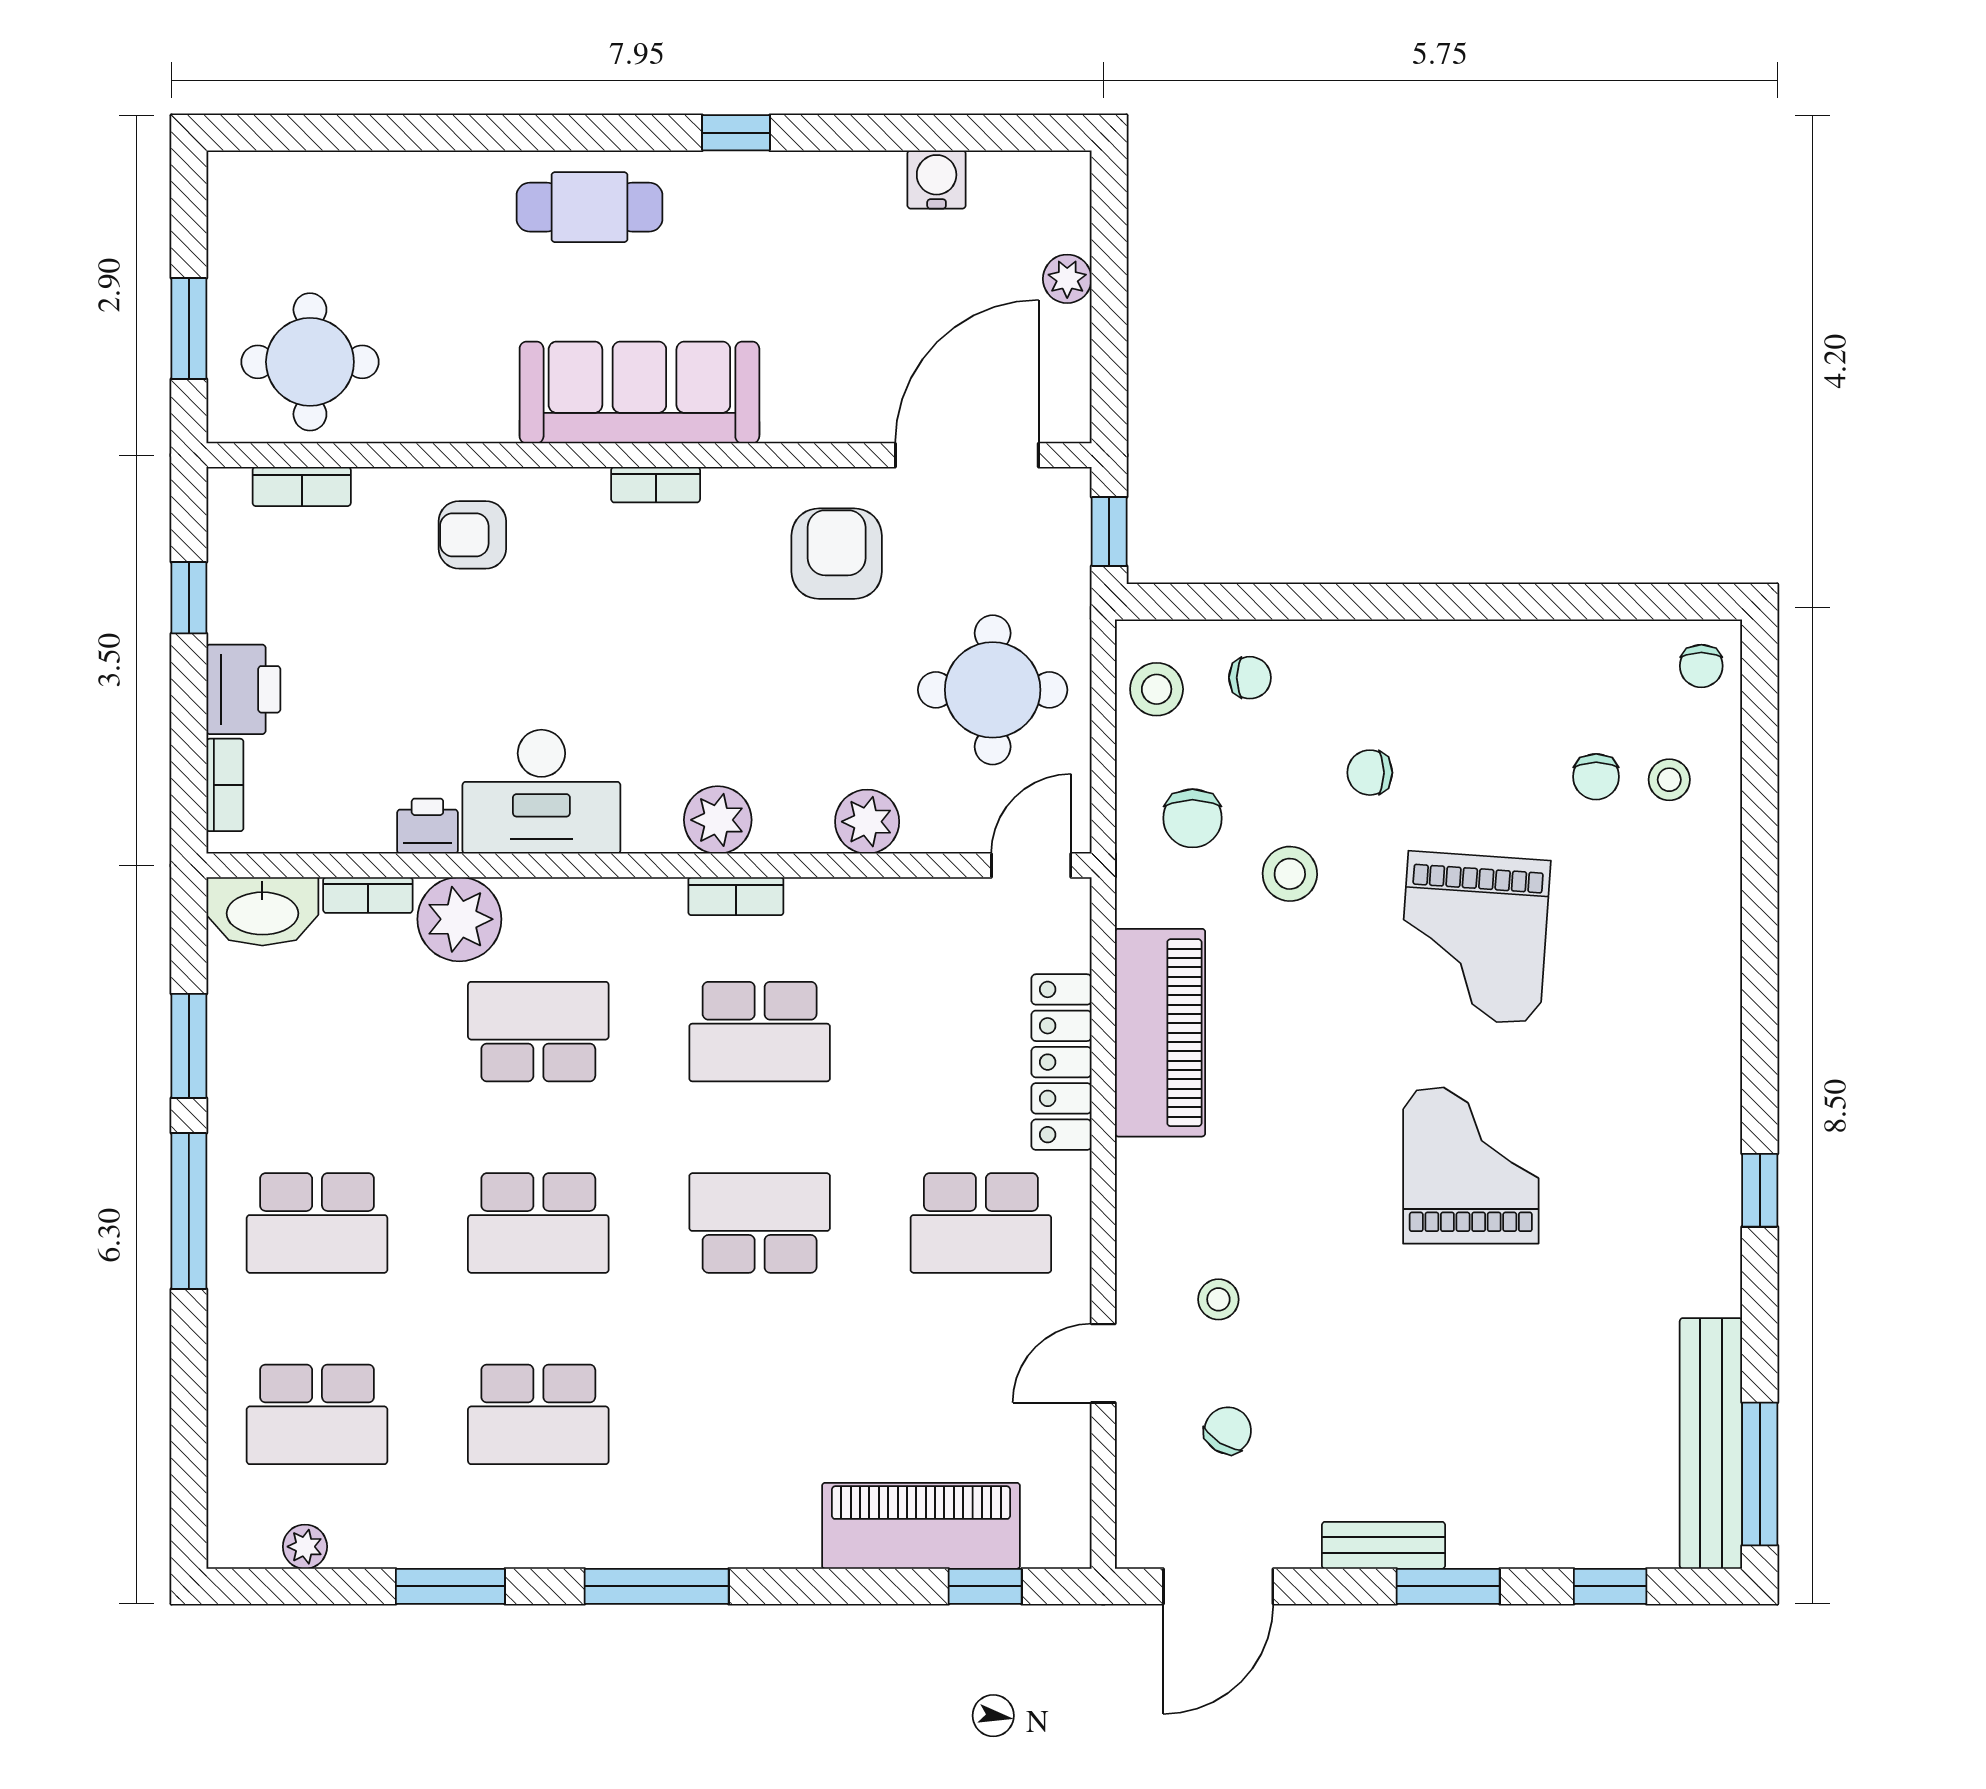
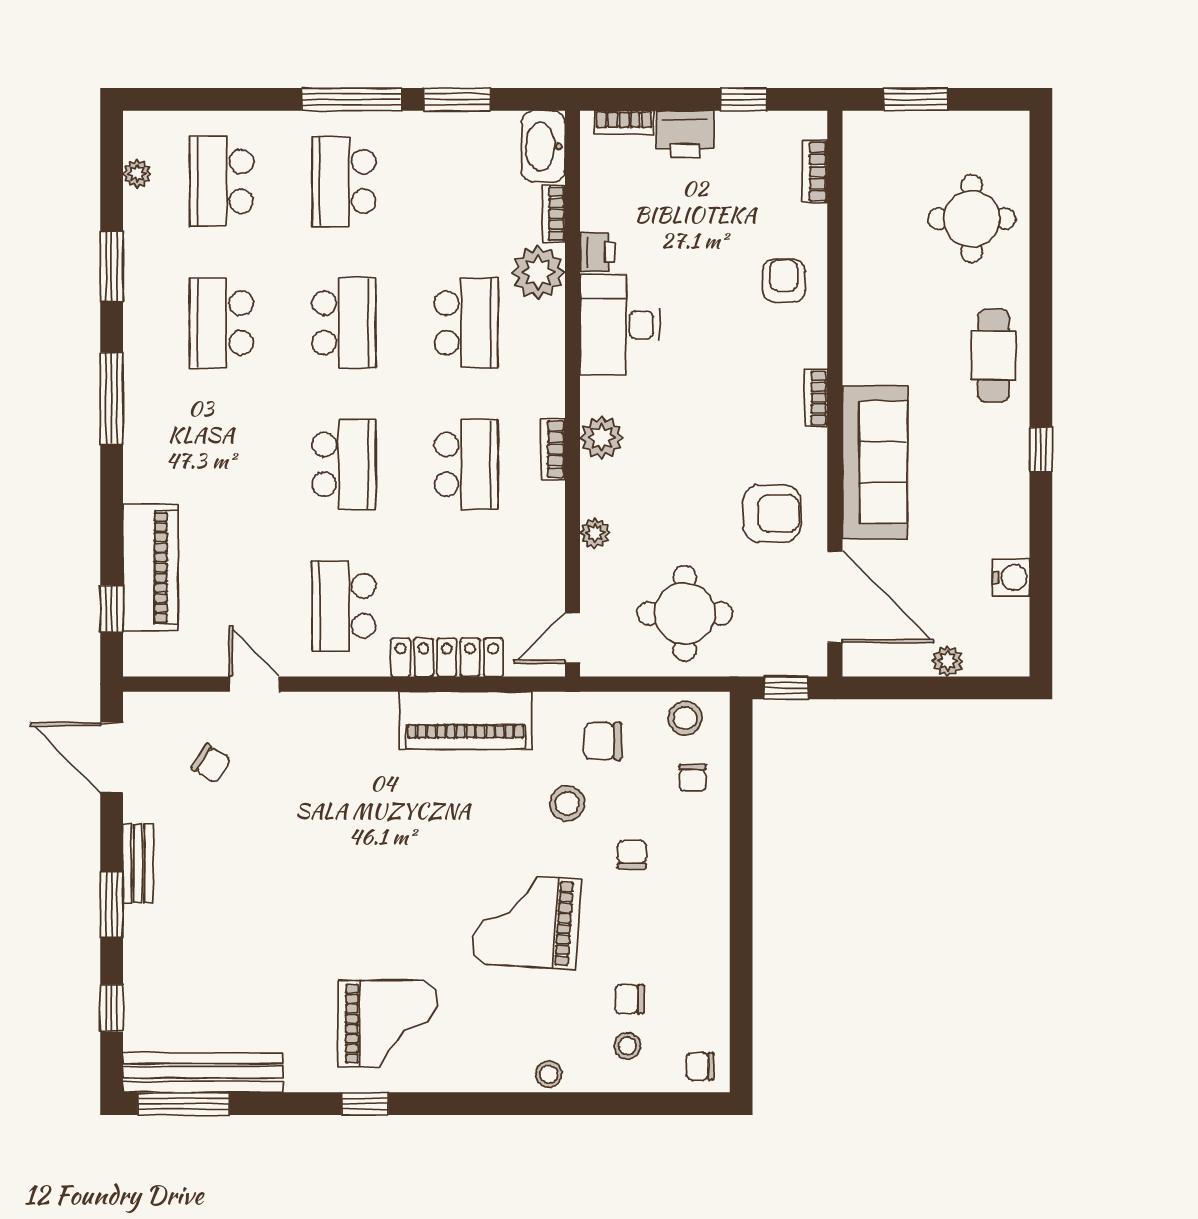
round table: (310, 362) -> (972, 219), moved
sofa: (639, 392) -> (875, 462), moved
plant: (867, 822) -> (595, 533), width x0.73, depth x0.73
door: (1031, 865) -> (573, 638), swing flipped
school desk: (760, 1032) -> (466, 464), turned 180
grand piano: (1471, 1166) -> (388, 1024), moved
school desk: (538, 1223) -> (344, 323), turned 180
stool: (1218, 1299) -> (549, 1074), moved

